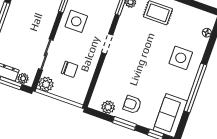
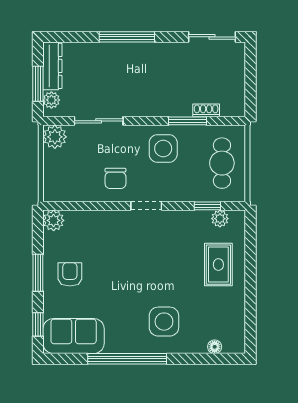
chair: (69, 69) -> (115, 178), moved
plant: (108, 107) -> (54, 220), moved

